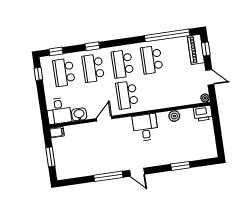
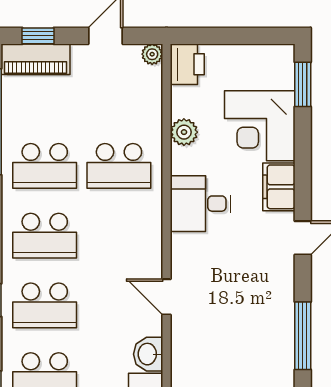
school desk: (127, 95) -> (119, 166), moved
corner desk: (182, 147) -> (260, 126), added
filing cabinet: (157, 159) -> (279, 187), added
window: (180, 166) -> (303, 84), moved
window: (108, 176) -> (303, 336), moved

